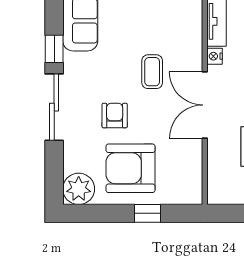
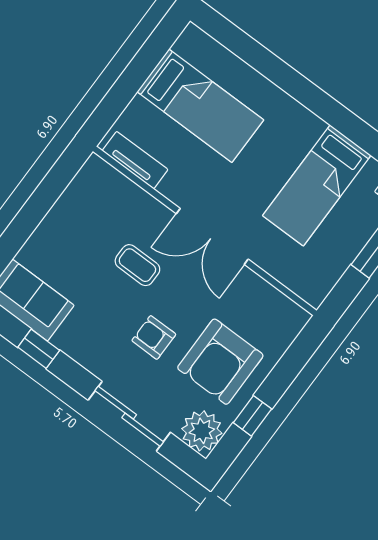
nightstand: (215, 56) -> (169, 189), removed
sliding door: (54, 107) -> (129, 416), moved
window: (148, 213) -> (252, 416), moved

